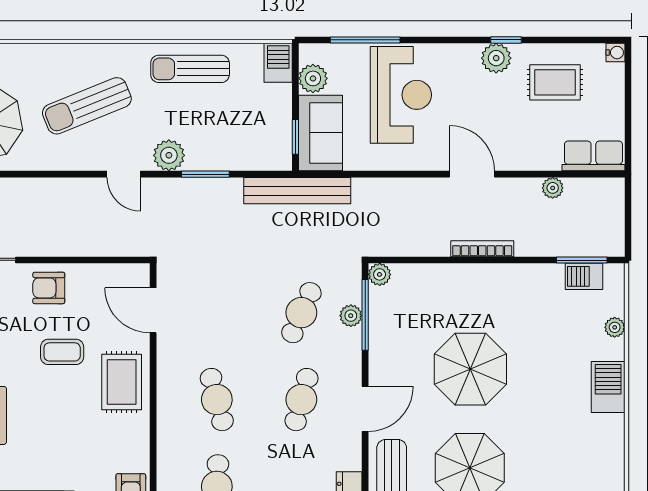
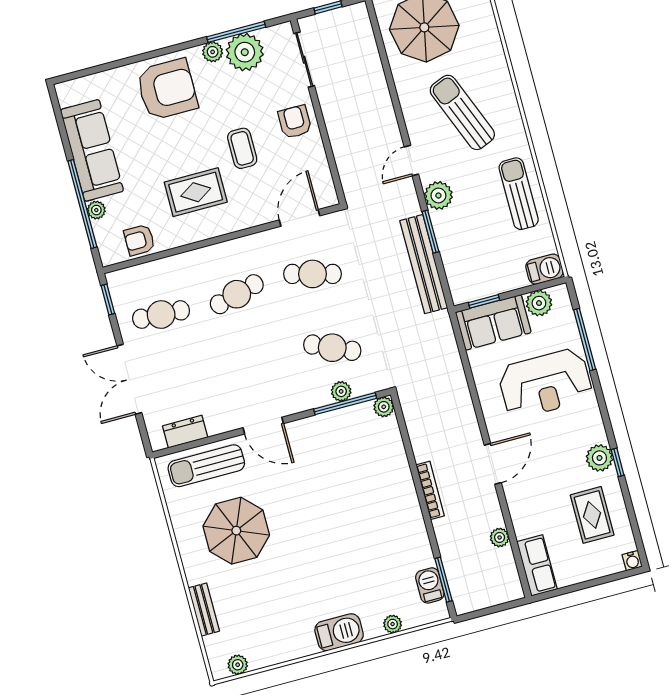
bench: (297, 191) -> (424, 264), moved
parasol: (470, 369) -> (322, 508), removed
rug: (122, 382) -> (196, 192), moved
cafe table: (301, 400) -> (312, 274), moved

